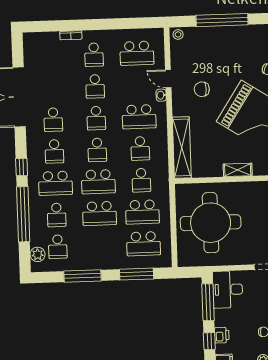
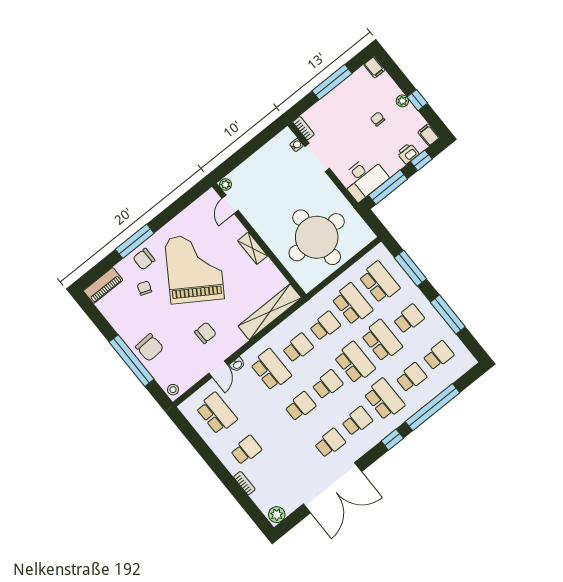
chair: (222, 40) -> (150, 347), added
school desk: (95, 86) -> (409, 319), moved
chair: (202, 89) -> (205, 333), turned -91
plant: (38, 254) -> (277, 515), moved

